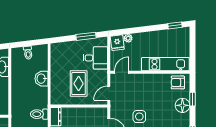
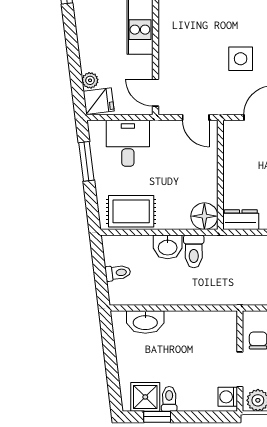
rug: (79, 84) -> (131, 211), moved
floor lamp: (57, 98) -> (204, 216), added
toilet: (39, 114) -> (194, 251), moved

